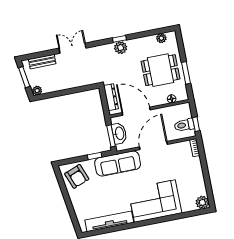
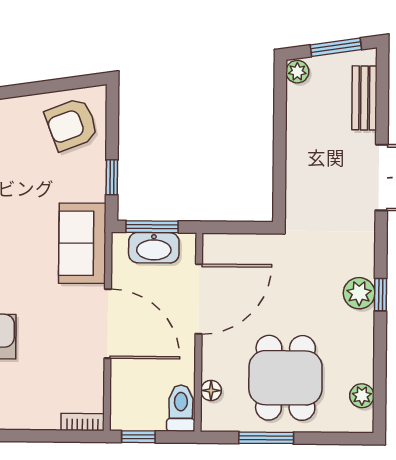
dresser: (111, 97) -> (245, 246), removed
toilet: (184, 125) -> (181, 408), moved
sofa: (118, 164) -> (82, 243), width x0.73

